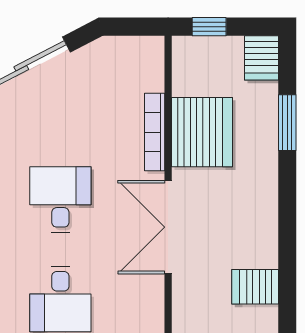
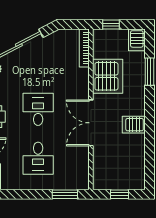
bookcase: (155, 132) -> (84, 48), moved
server rack: (255, 287) -> (134, 125), moved

